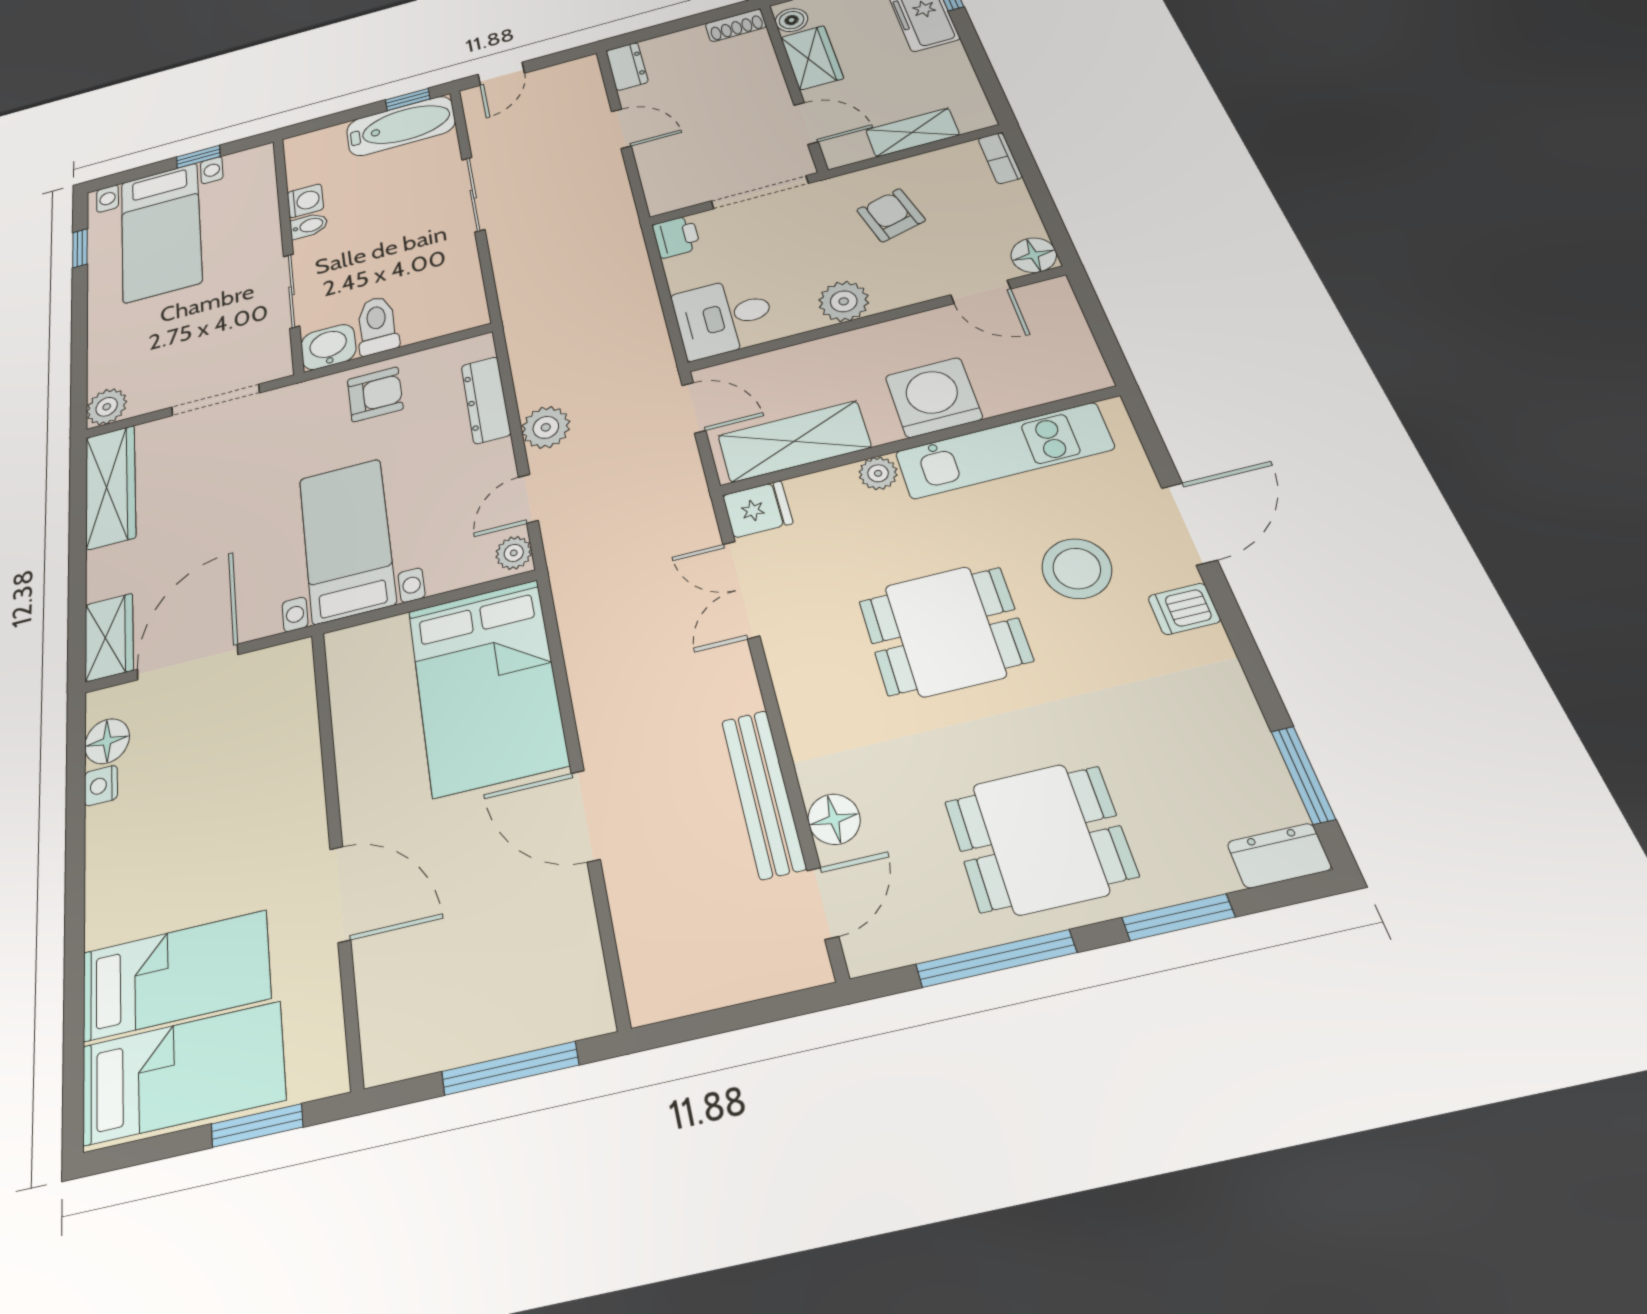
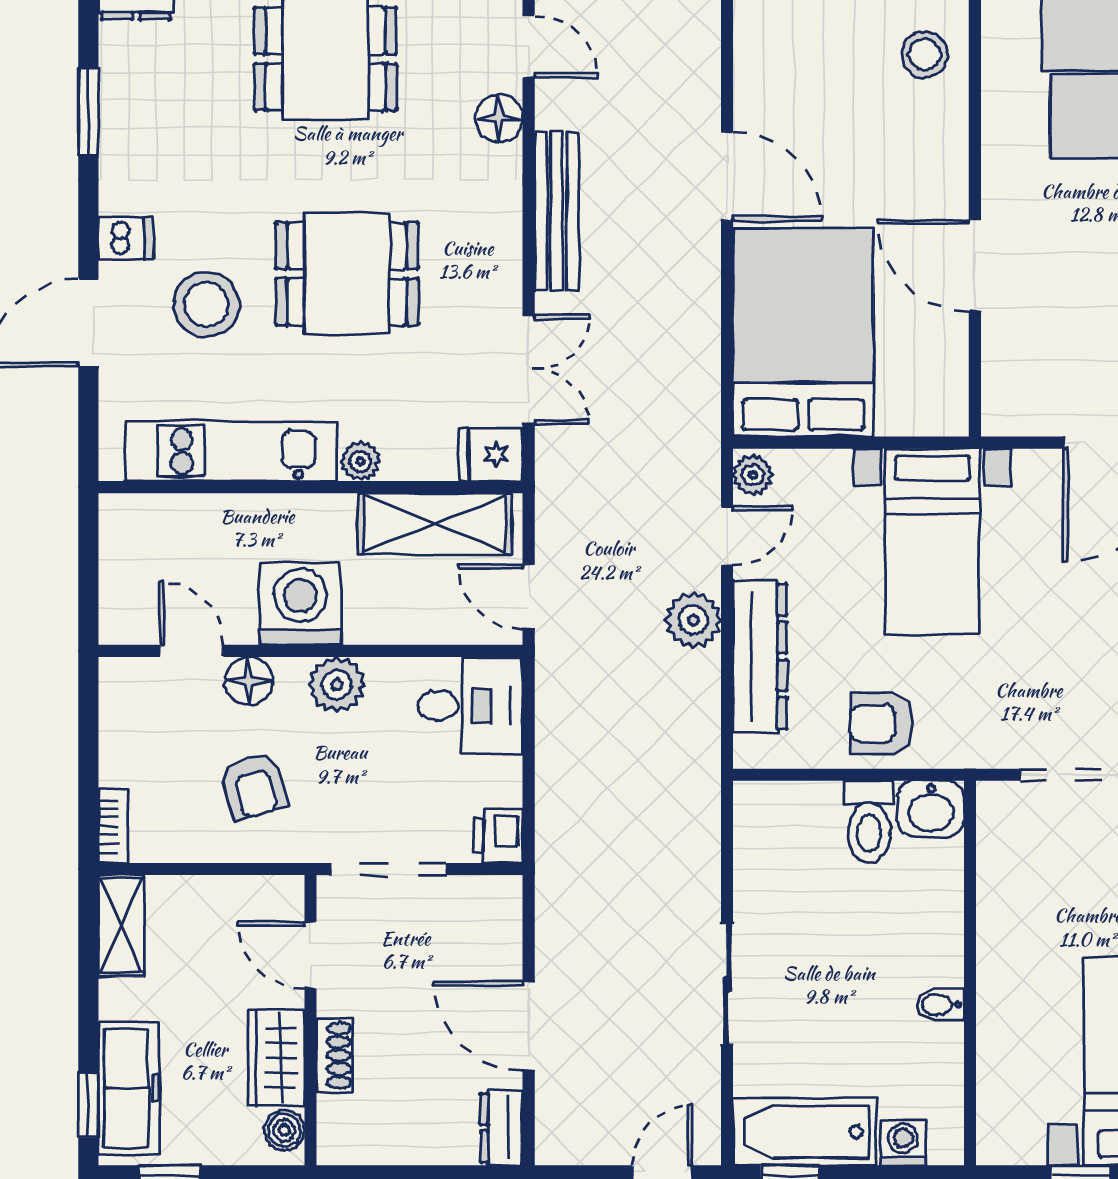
shoe rack: (736, 25) -> (334, 1055), moved, turned 90
door: (621, 129) -> (529, 1026), width x1.38
shelving: (912, 132) -> (121, 926), moved, turned 90
washing machine: (305, 201) -> (903, 1143), moved, turned 90
floor lamp: (1034, 255) -> (249, 681), moved
sliding door: (291, 291) -> (970, 908), removed
washing machine: (934, 397) -> (300, 604), moved, turned 180
dresser: (486, 400) -> (760, 657), width x1.37, depth x1.24
window: (1303, 775) -> (88, 112), moved
bench: (763, 793) -> (557, 211), moved
door: (340, 894) -> (975, 265), moved
door: (823, 903) -> (529, 46), swing flipped
stool: (402, 991) -> (924, 55), added

